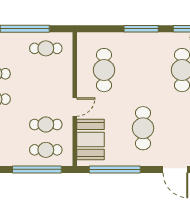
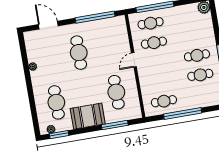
window: (141, 29) -> (115, 125), moved
booth: (90, 139) -> (88, 116), moved, turned 90

